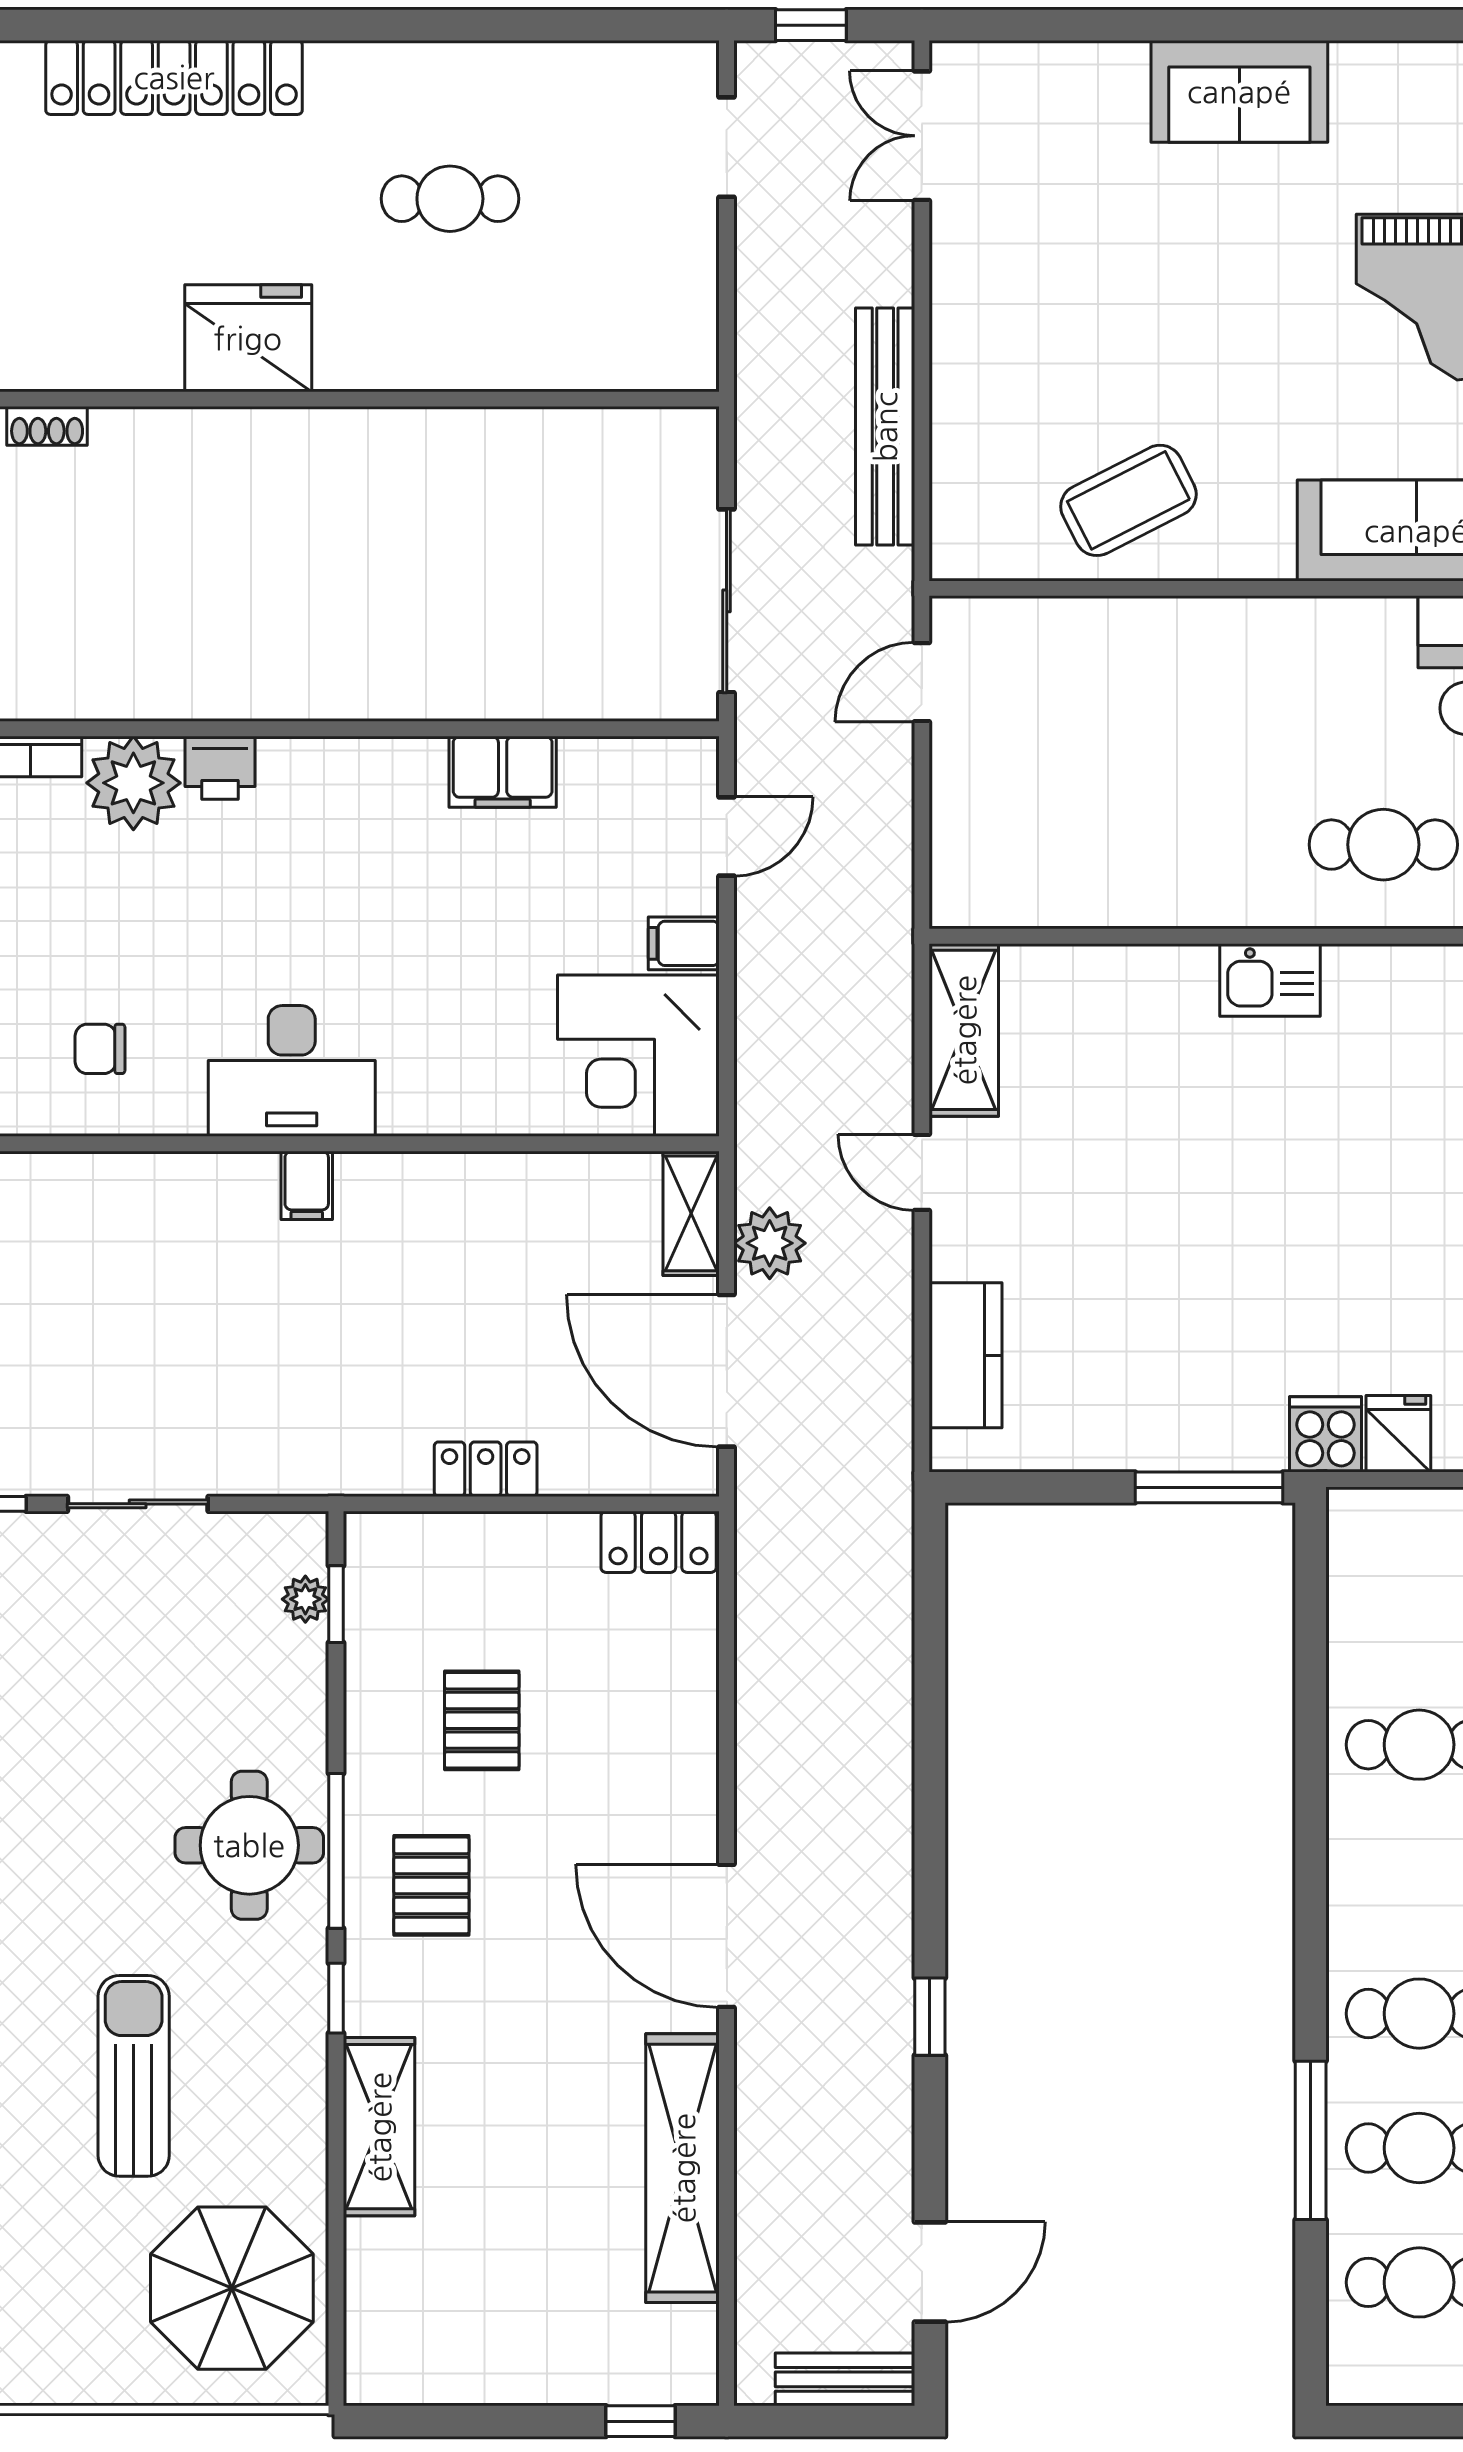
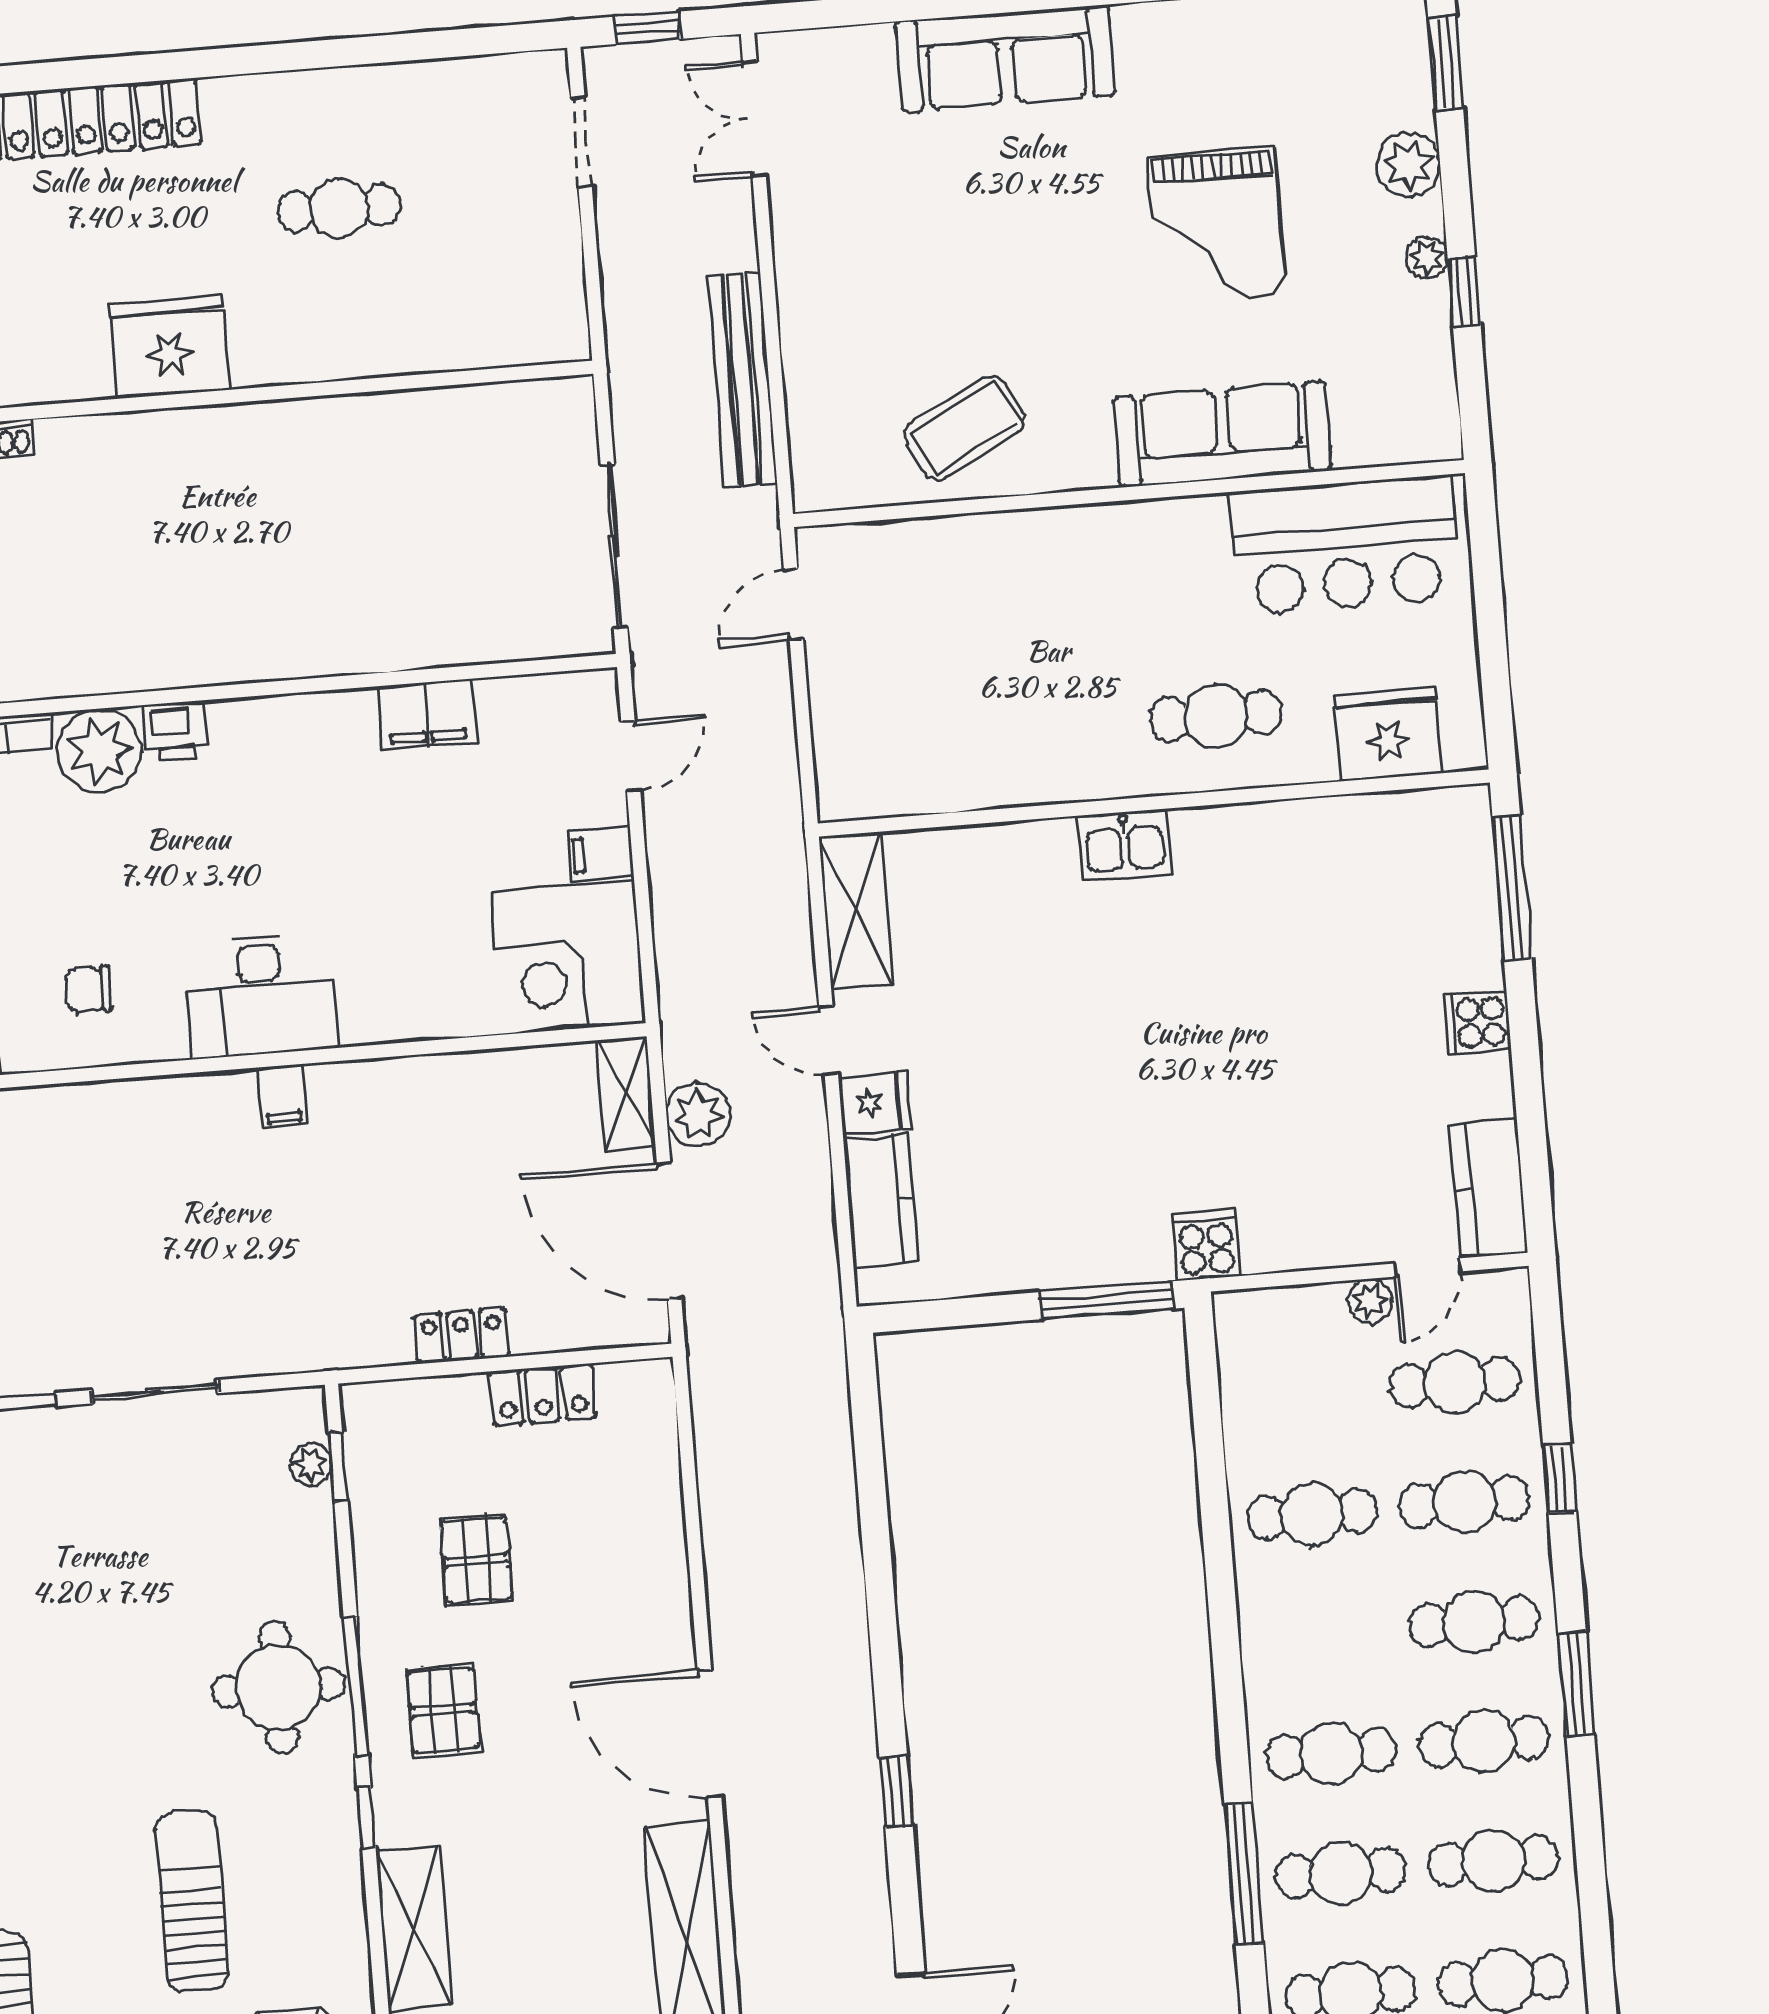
sofa: (1239, 91) -> (1005, 58), width x1.36
fridge: (1398, 1434) -> (875, 1102), moved, turned 90
locker: (659, 1542) -> (543, 1395), moved

